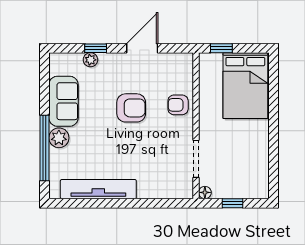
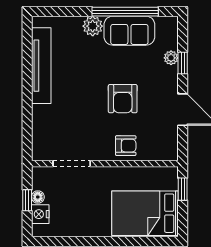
armchair: (178, 105) -> (126, 146), turned 90
window: (45, 148) -> (125, 12), moved
nightstand: (246, 190) -> (40, 214), added
floor lamp: (205, 192) -> (38, 197), moved

